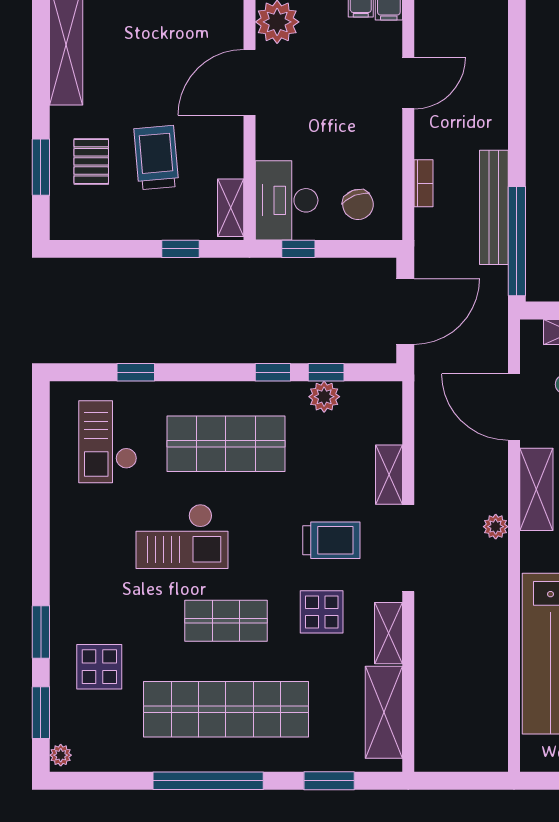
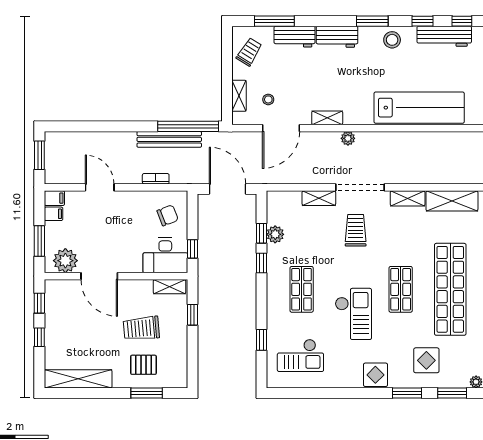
shop shelf: (226, 444) -> (302, 289), width x0.70, depth x0.74
shelving: (536, 489) -> (327, 118), width x0.67, depth x0.75
display table: (322, 612) -> (375, 375), moved

